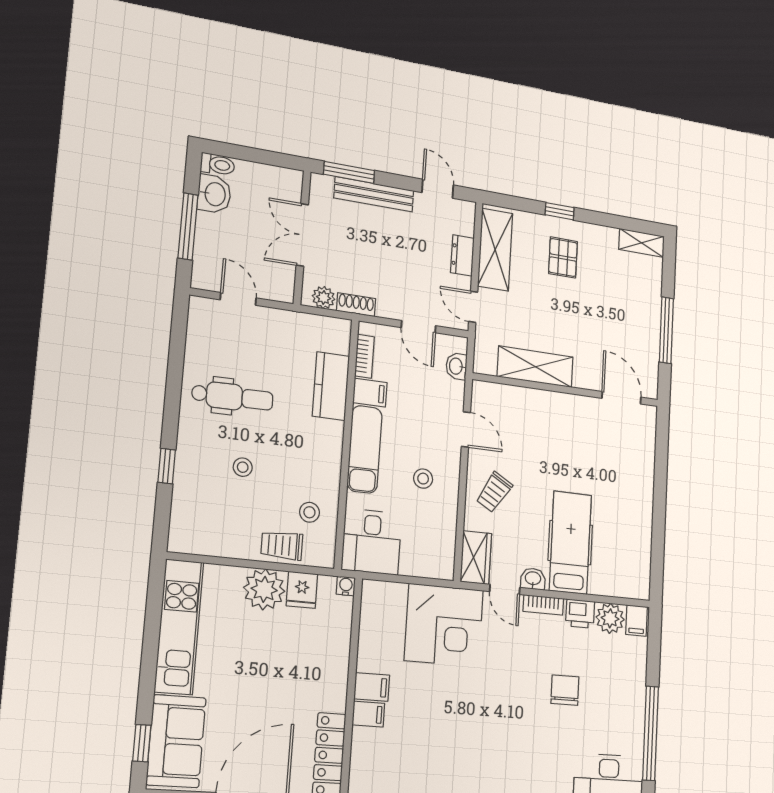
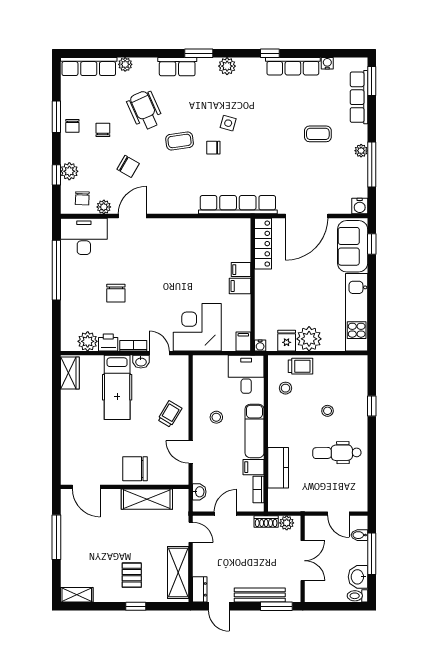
dresser: (462, 255) -> (200, 589), moved
bidet: (206, 259) -> (359, 535), added
door: (419, 327) -> (225, 514), hinge flipped
chair: (550, 415) -> (135, 469), added
wardrobe: (476, 558) -> (70, 373), moved, turned 180
filing cabinet: (637, 621) -> (243, 342), moved

